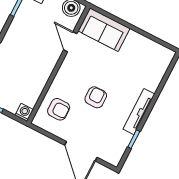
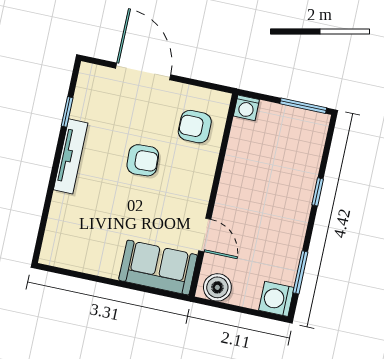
armchair: (96, 97) -> (143, 160), turned -93

